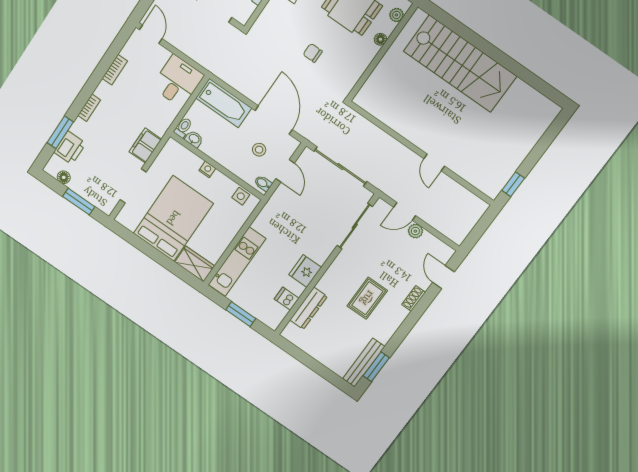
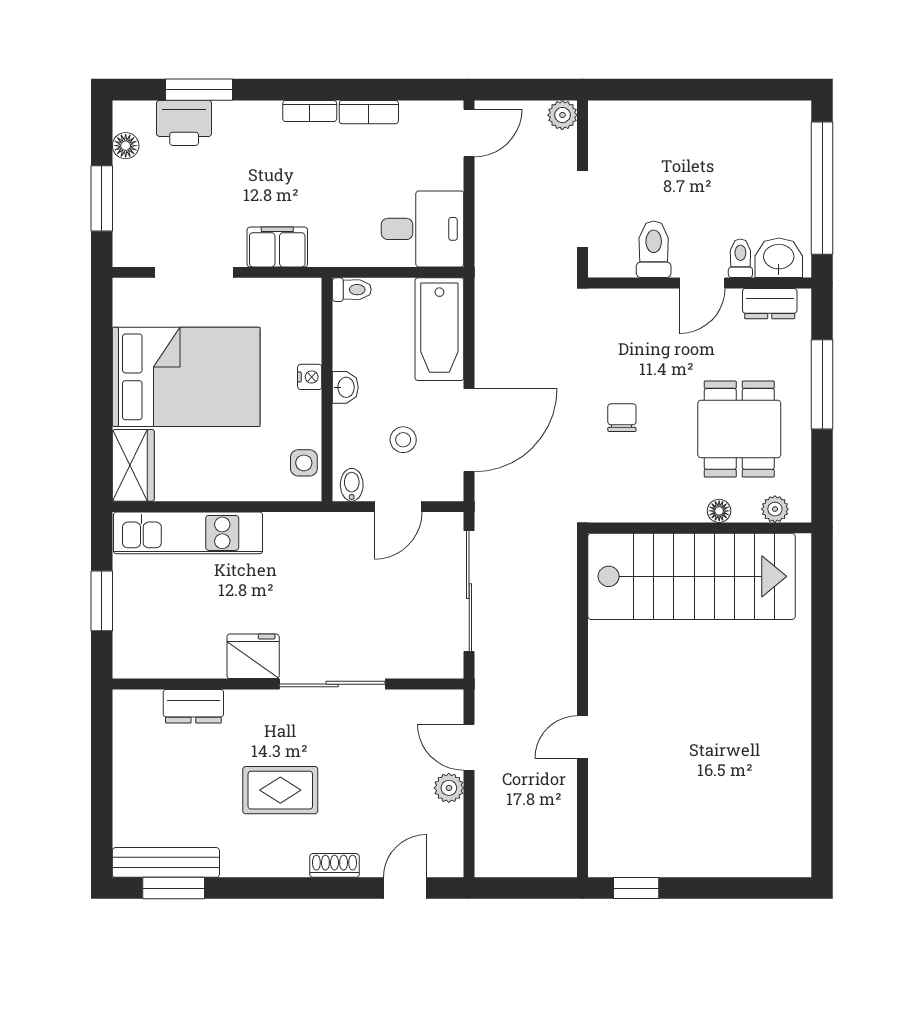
stairs: (460, 64) -> (691, 576), moved, turned -90
bookcase: (89, 108) -> (310, 111), moved
washbasin: (194, 139) -> (345, 387), moved
sliding door: (355, 226) -> (332, 684), moved
dishwasher: (287, 299) -> (184, 659), removed
dresser: (309, 308) -> (193, 706), width x0.70

